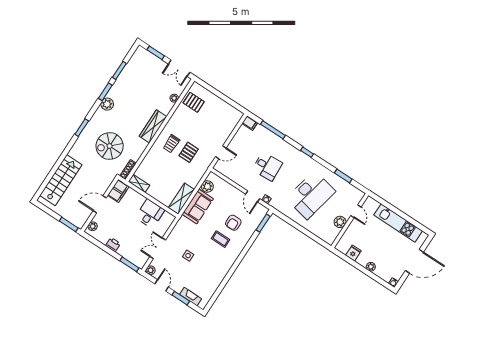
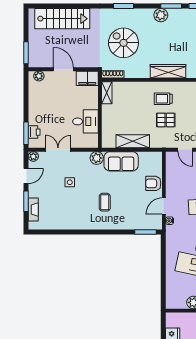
plant: (207, 186) -> (97, 158), moved
shelving: (181, 199) -> (133, 141), moved
armchair: (233, 223) -> (153, 183), moved
printer: (113, 245) -> (34, 132), moved

